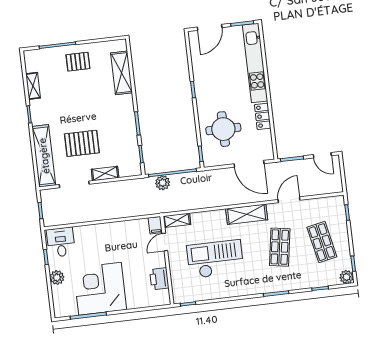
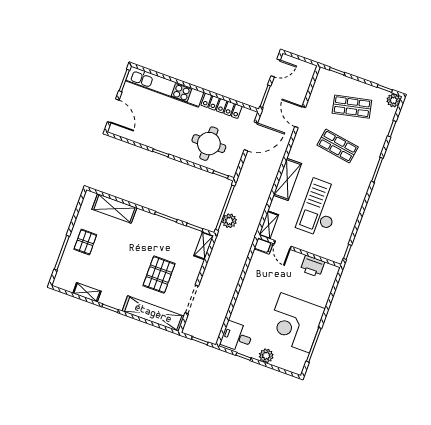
locker: (263, 116) -> (222, 106), width x1.53
shelving: (105, 173) -> (204, 246), moved
shelving: (247, 214) -> (287, 179), moved

